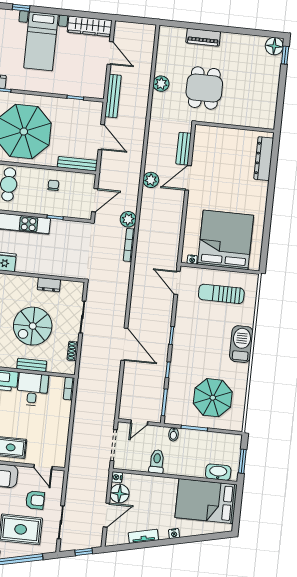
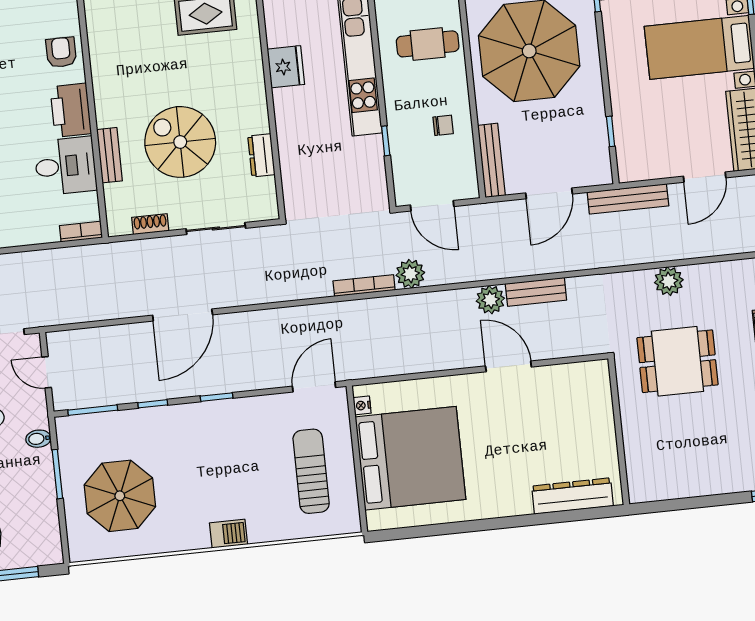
bench: (184, 149) -> (536, 292), moved
barbecue: (241, 344) -> (229, 534), width x0.53, depth x0.65

